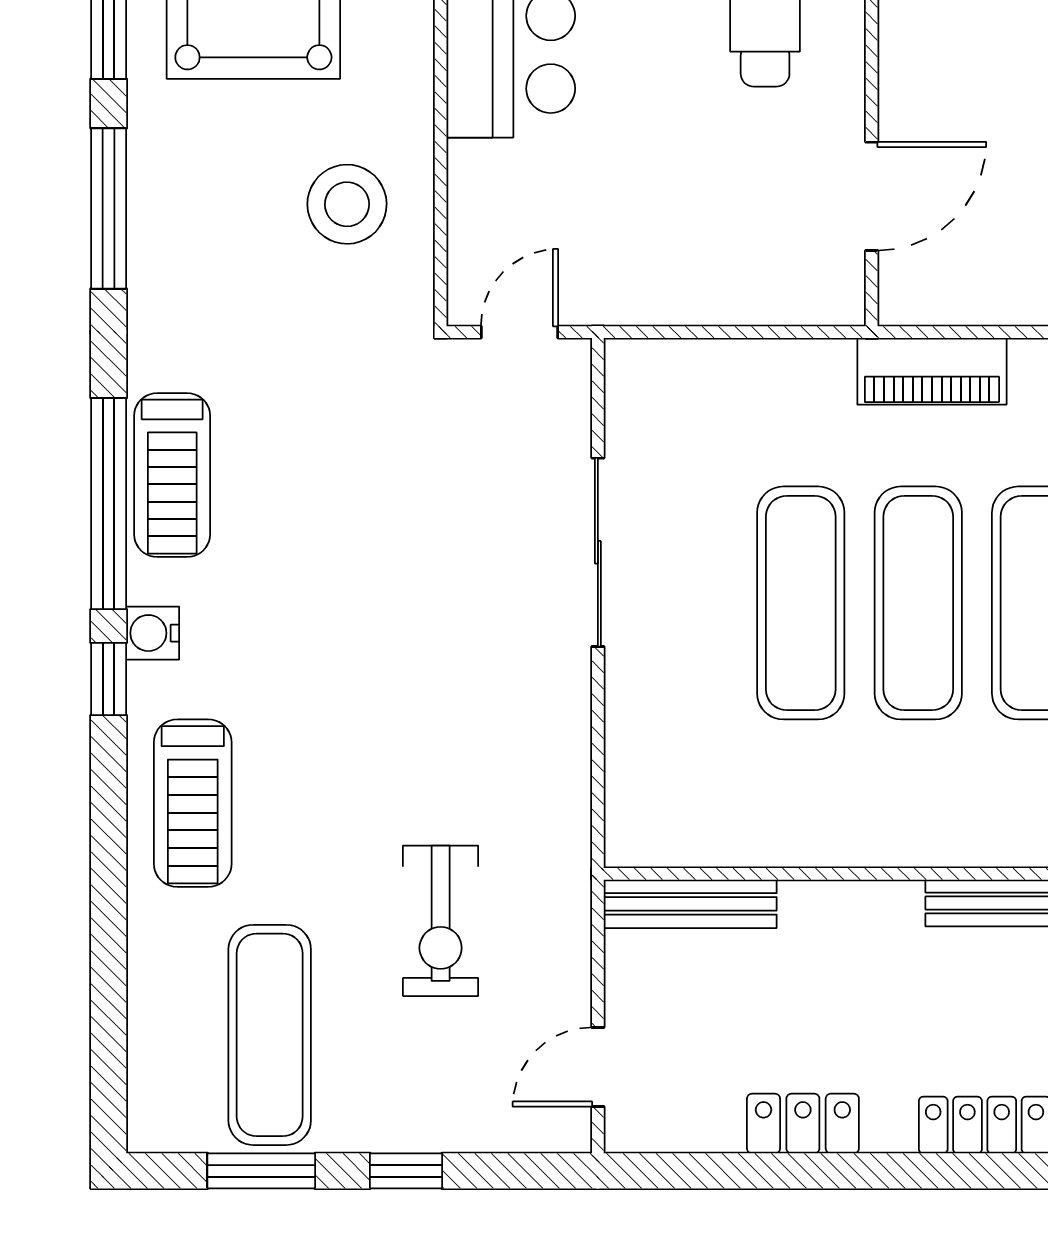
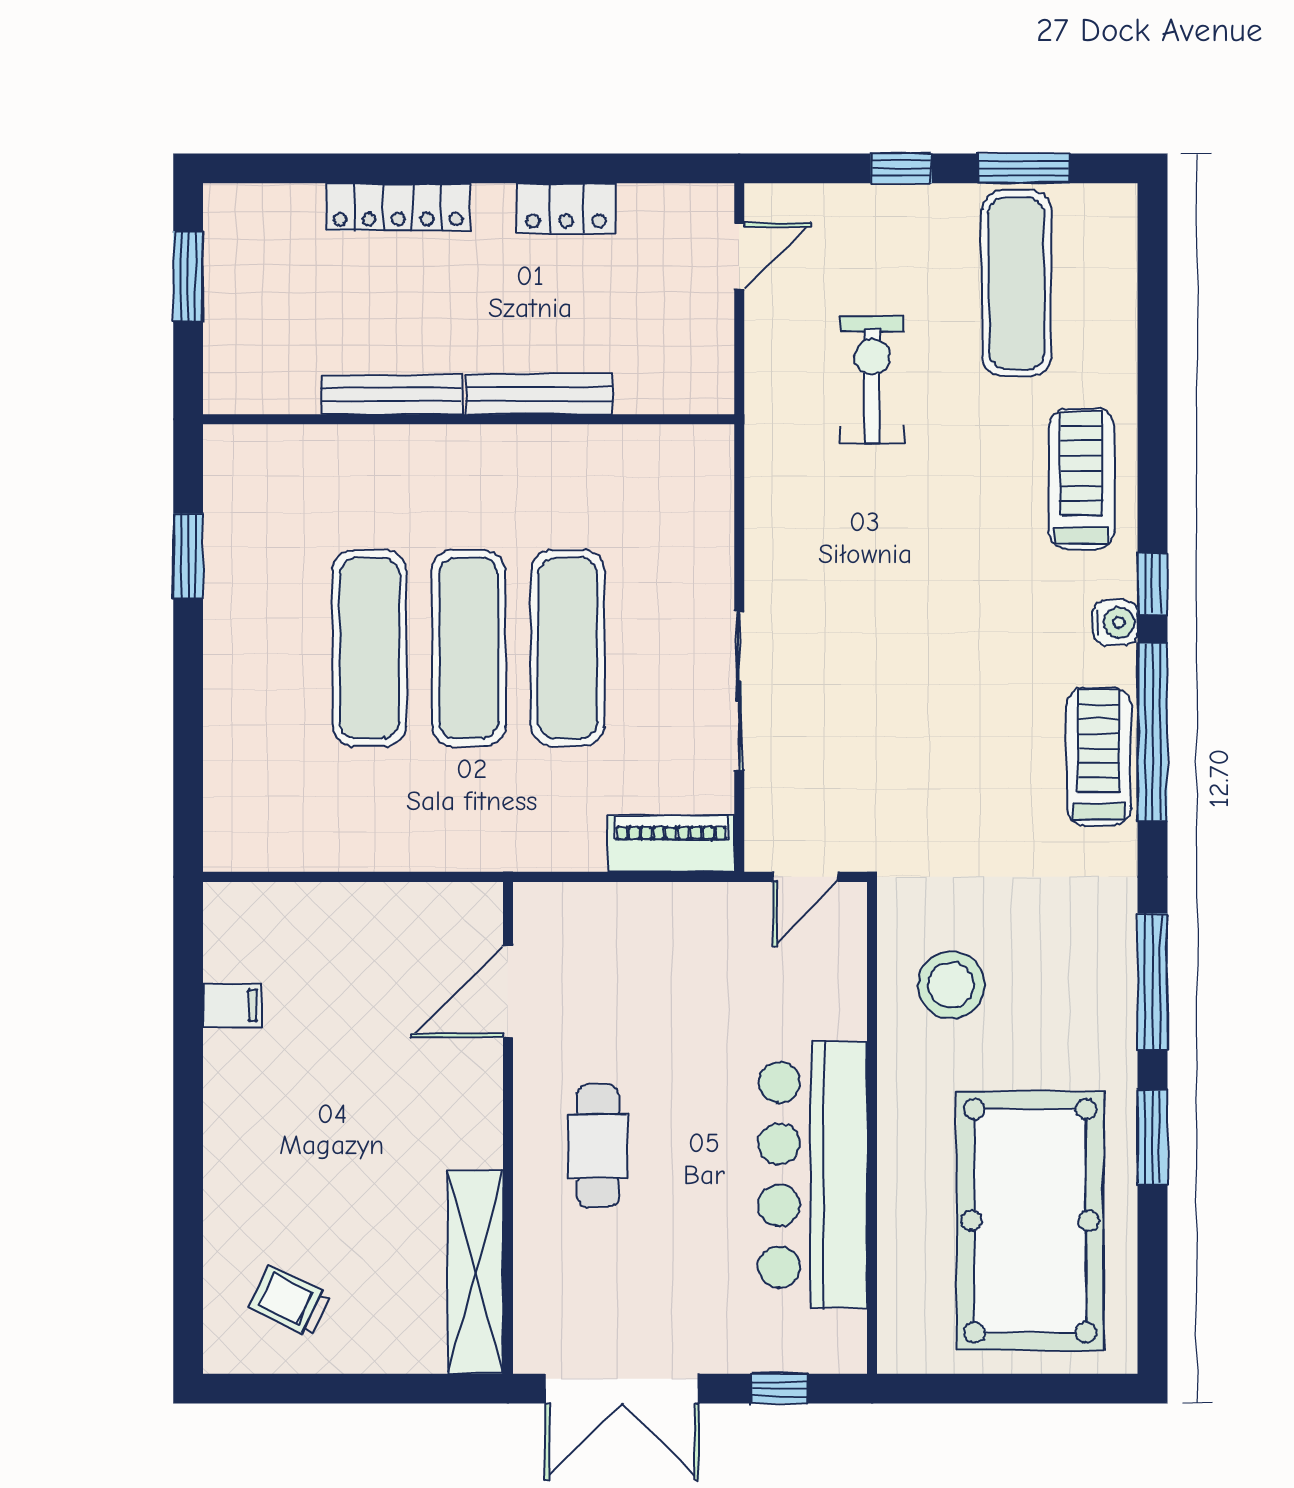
piano: (932, 371) -> (671, 844), moved
bench: (690, 904) -> (539, 394), moved

